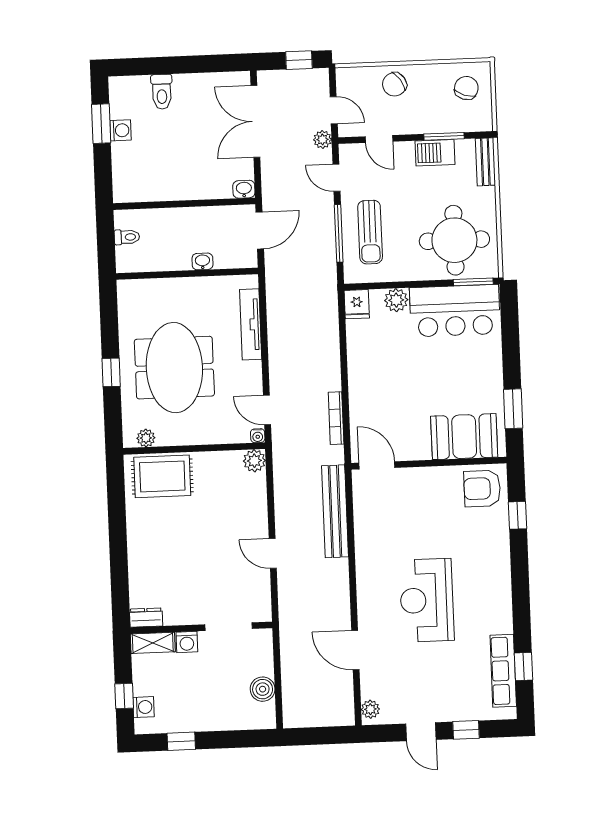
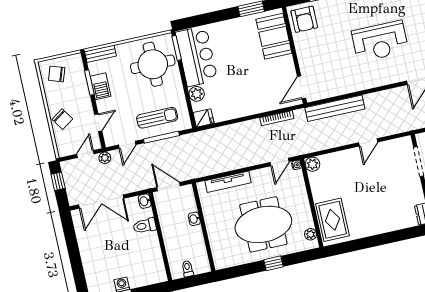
toilet: (162, 92) -> (145, 226), moved, turned 180

